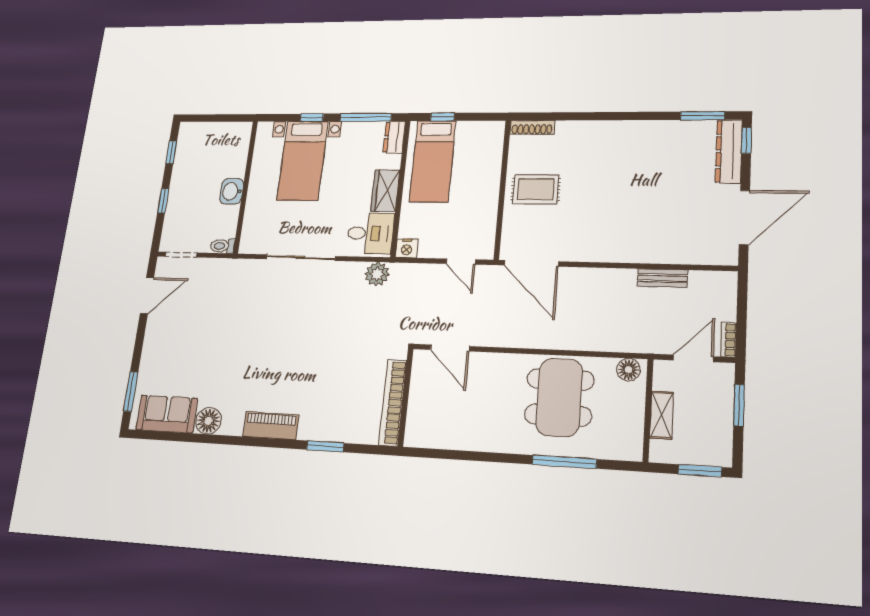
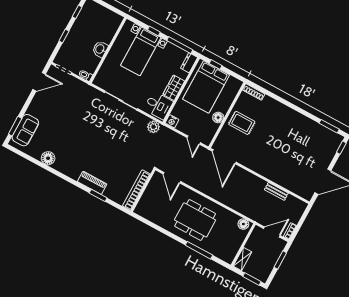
dresser: (729, 151) -> (332, 149), removed
bed: (433, 161) -> (206, 87), width x1.50
floor lamp: (488, 201) -> (218, 118), added
dining table: (559, 397) -> (195, 220), moved, turned 90
sofa: (167, 414) -> (25, 130), moved, turned 90
shelving: (662, 415) -> (242, 259), moved
piano: (271, 426) -> (92, 183), moved

